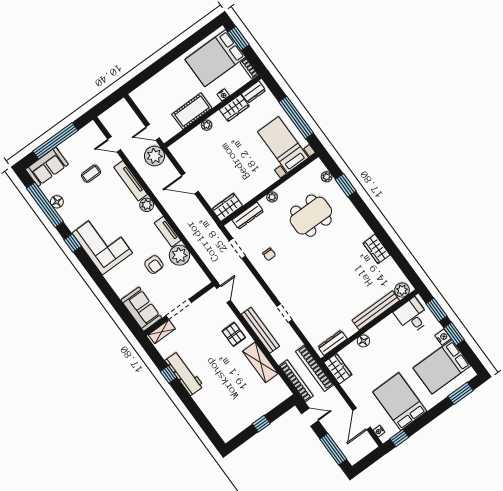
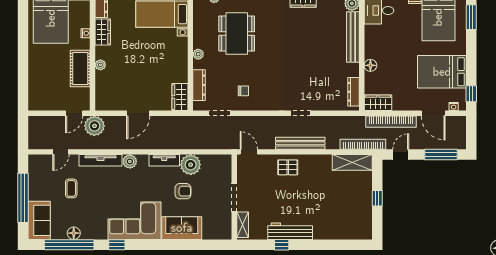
sofa: (141, 309) -> (182, 228), moved
shelving: (260, 362) -> (352, 162), moved
bookcase: (315, 368) -> (391, 122), moved

